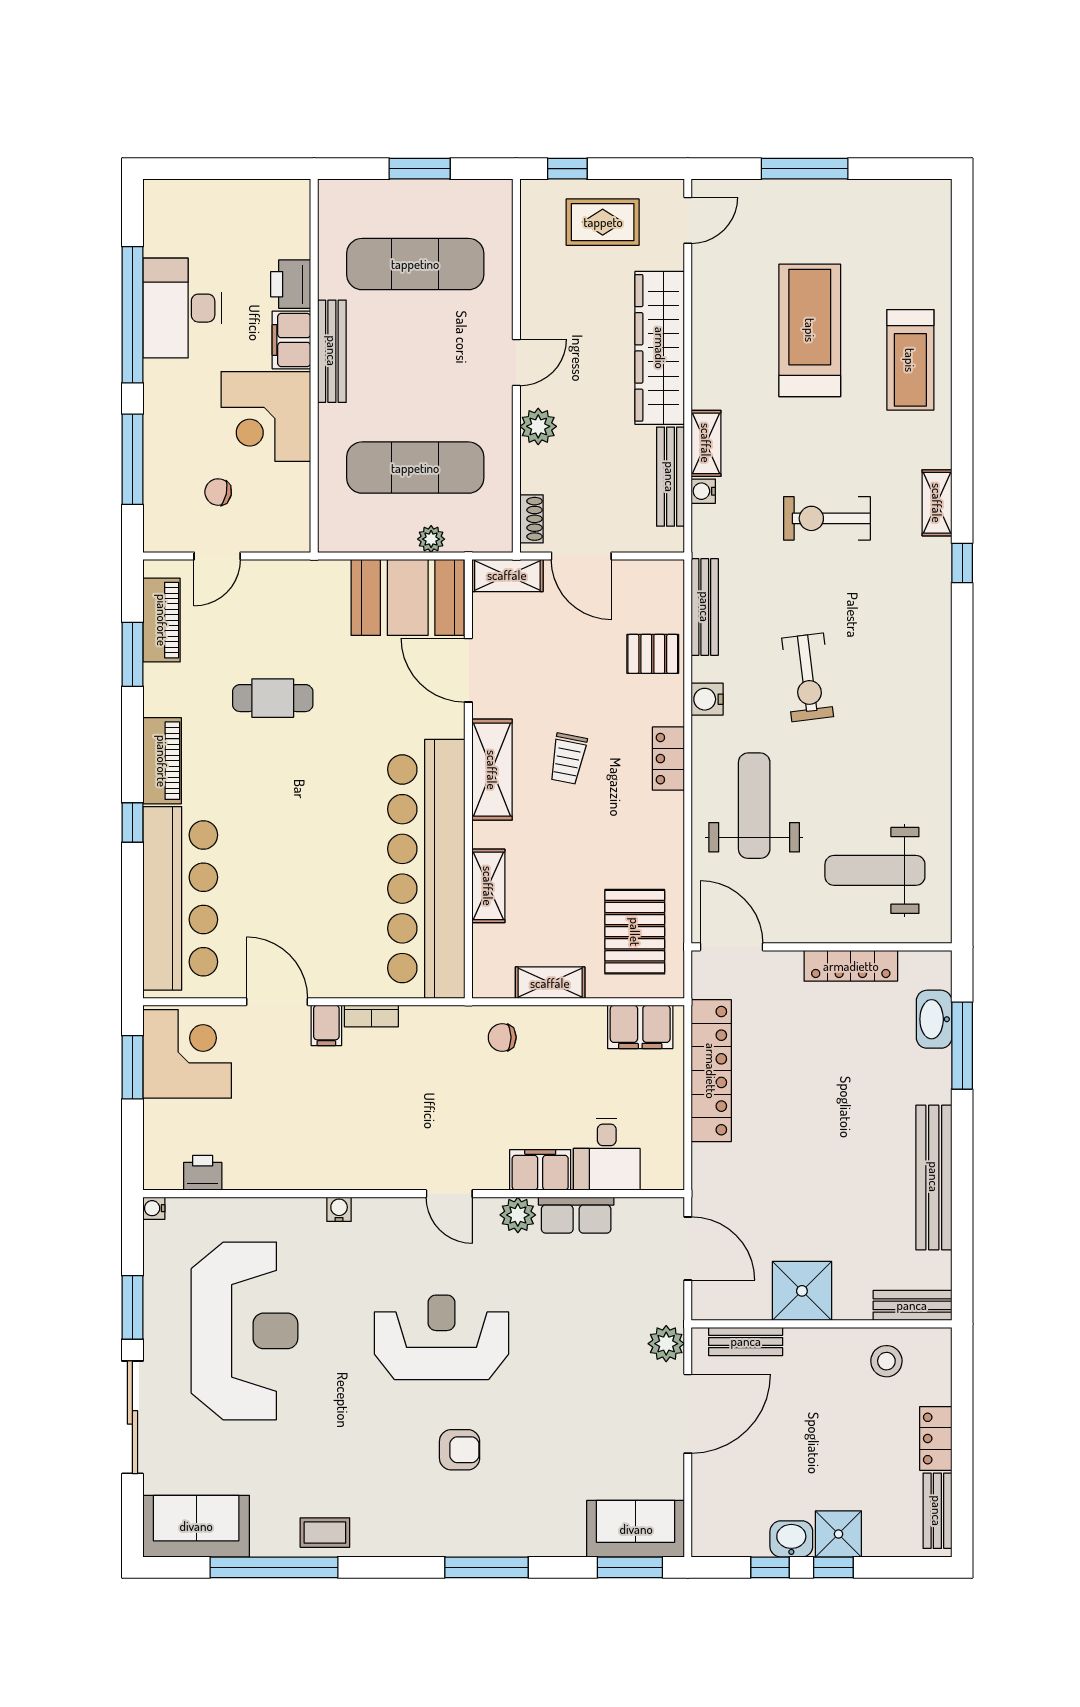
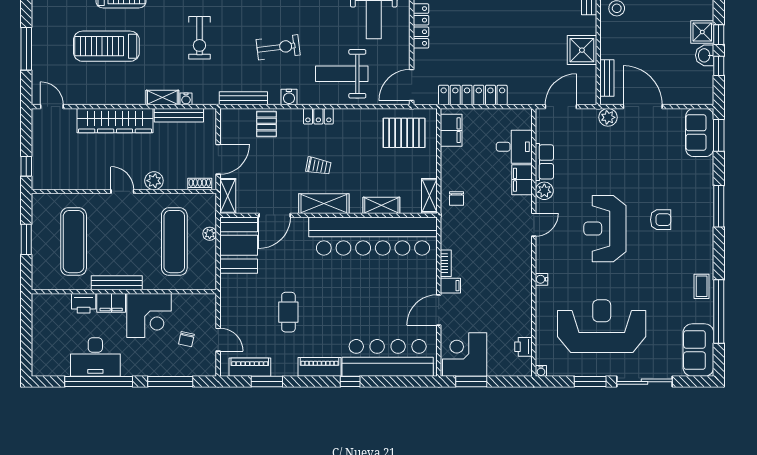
rug: (603, 222) -> (53, 149), removed
shelving: (550, 983) -> (429, 196), moved
armchair: (460, 1450) -> (661, 220), turned 90

